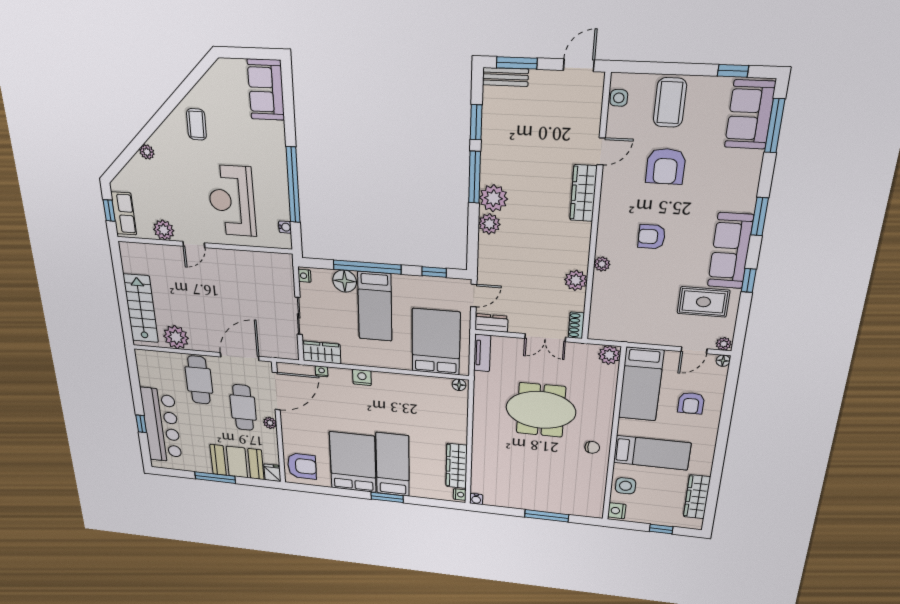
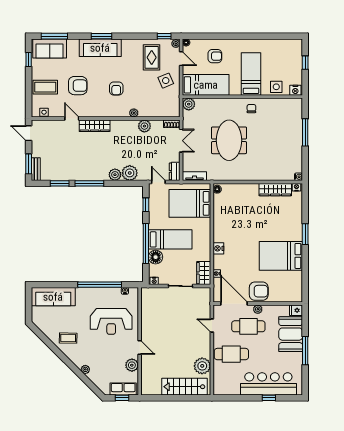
sofa: (266, 90) -> (53, 297), width x1.36
plant: (493, 198) -> (130, 173), moved
sofa: (730, 251) -> (100, 48), moved
window: (749, 280) -> (164, 36), moved
side table: (657, 322) -> (166, 81), added
door: (240, 357) -> (212, 325), width x0.53
bed: (393, 465) -> (279, 230), removed
armchair: (302, 466) -> (259, 291), moved, turned 90
wardrobe: (697, 497) -> (279, 45), removed

